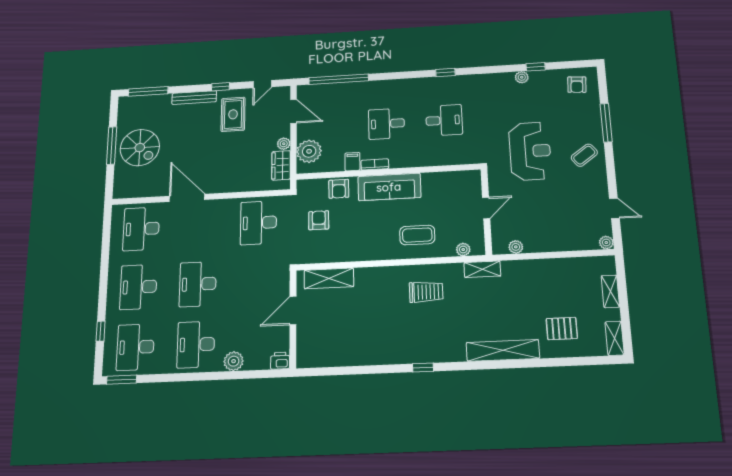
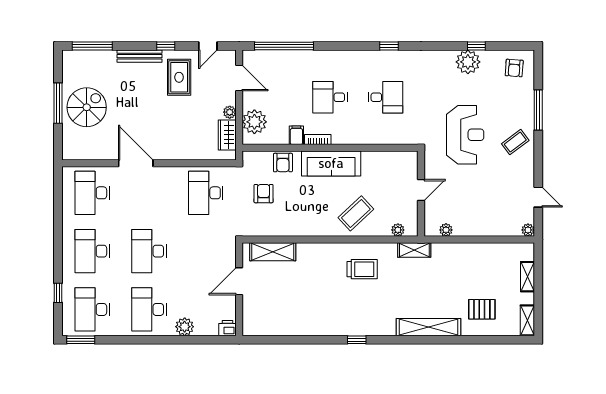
plant: (522, 77) -> (468, 62), width x1.87, depth x1.87
spiral stairs: (140, 148) -> (87, 107), turned -90
coffee table: (417, 235) -> (356, 213), turned -43

